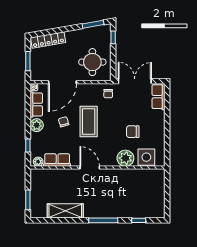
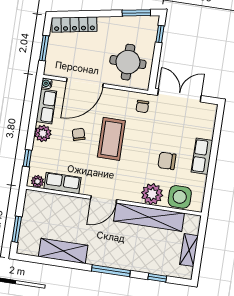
row of seats: (158, 97) -> (202, 156), moved
door: (90, 168) -> (104, 199), swing flipped
shelving: (126, 176) -> (149, 217), added
shelving: (159, 196) -> (189, 250), added

